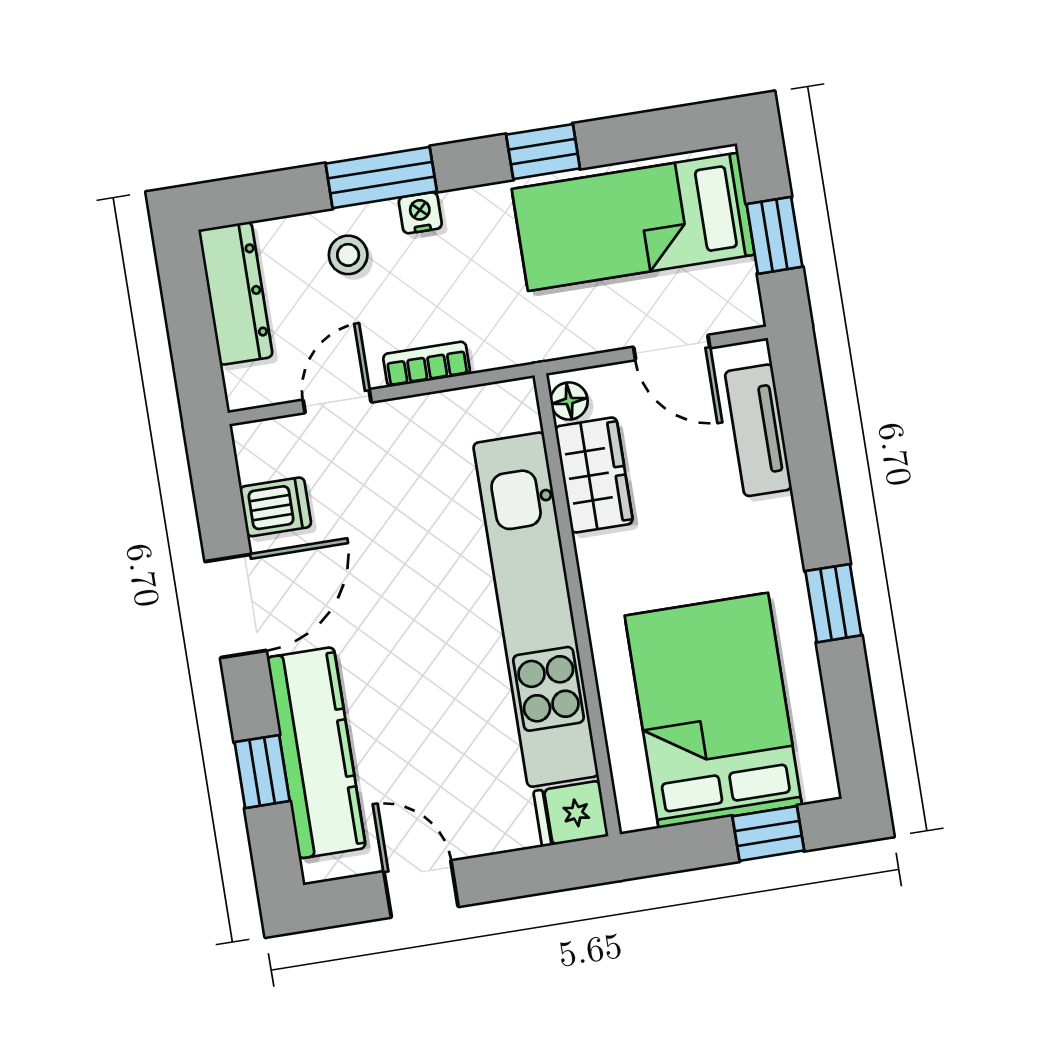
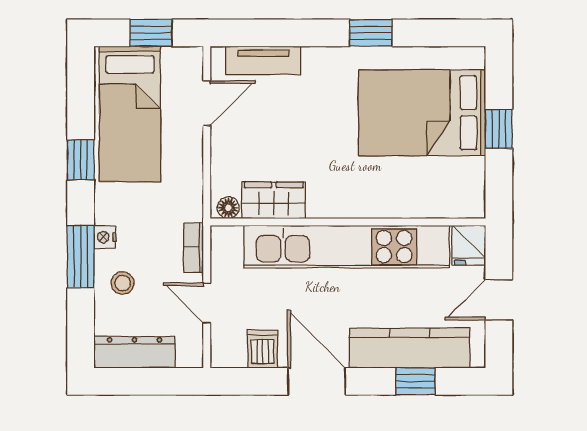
floor lamp: (569, 401) -> (228, 208), moved
wardrobe: (594, 475) -> (274, 200), moved
wall: (577, 605) -> (348, 222), moved
kitchen unit: (536, 610) -> (347, 247), moved
fridge: (571, 814) -> (469, 245), moved
window: (768, 833) -> (499, 129), moved

